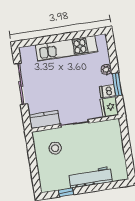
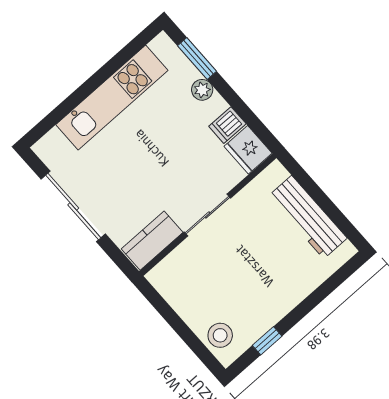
window: (117, 84) -> (197, 58), moved
stool: (55, 148) -> (220, 335), moved
workbench: (90, 177) -> (308, 217), moved, turned -90

